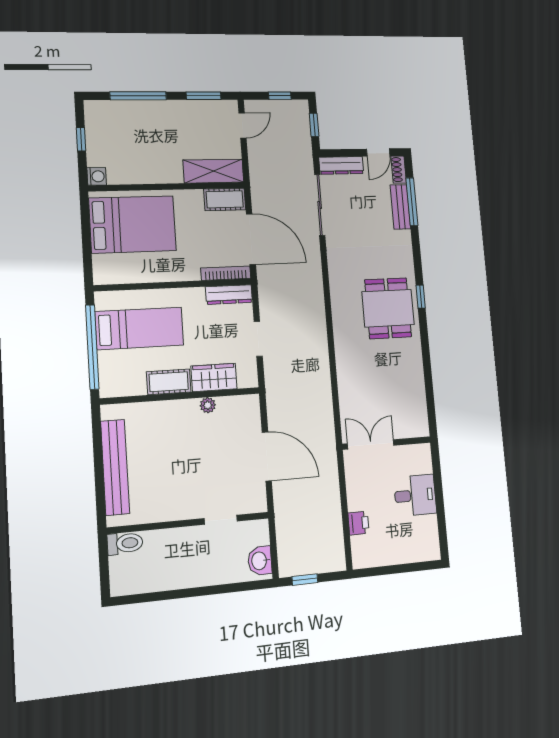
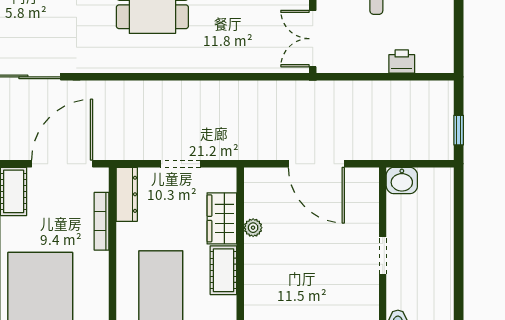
bookcase: (226, 273) -> (102, 221), moved
door: (267, 456) -> (316, 164), swing flipped
doorway: (221, 520) -> (383, 256), moved
washbasin: (260, 561) -> (402, 180), moved

